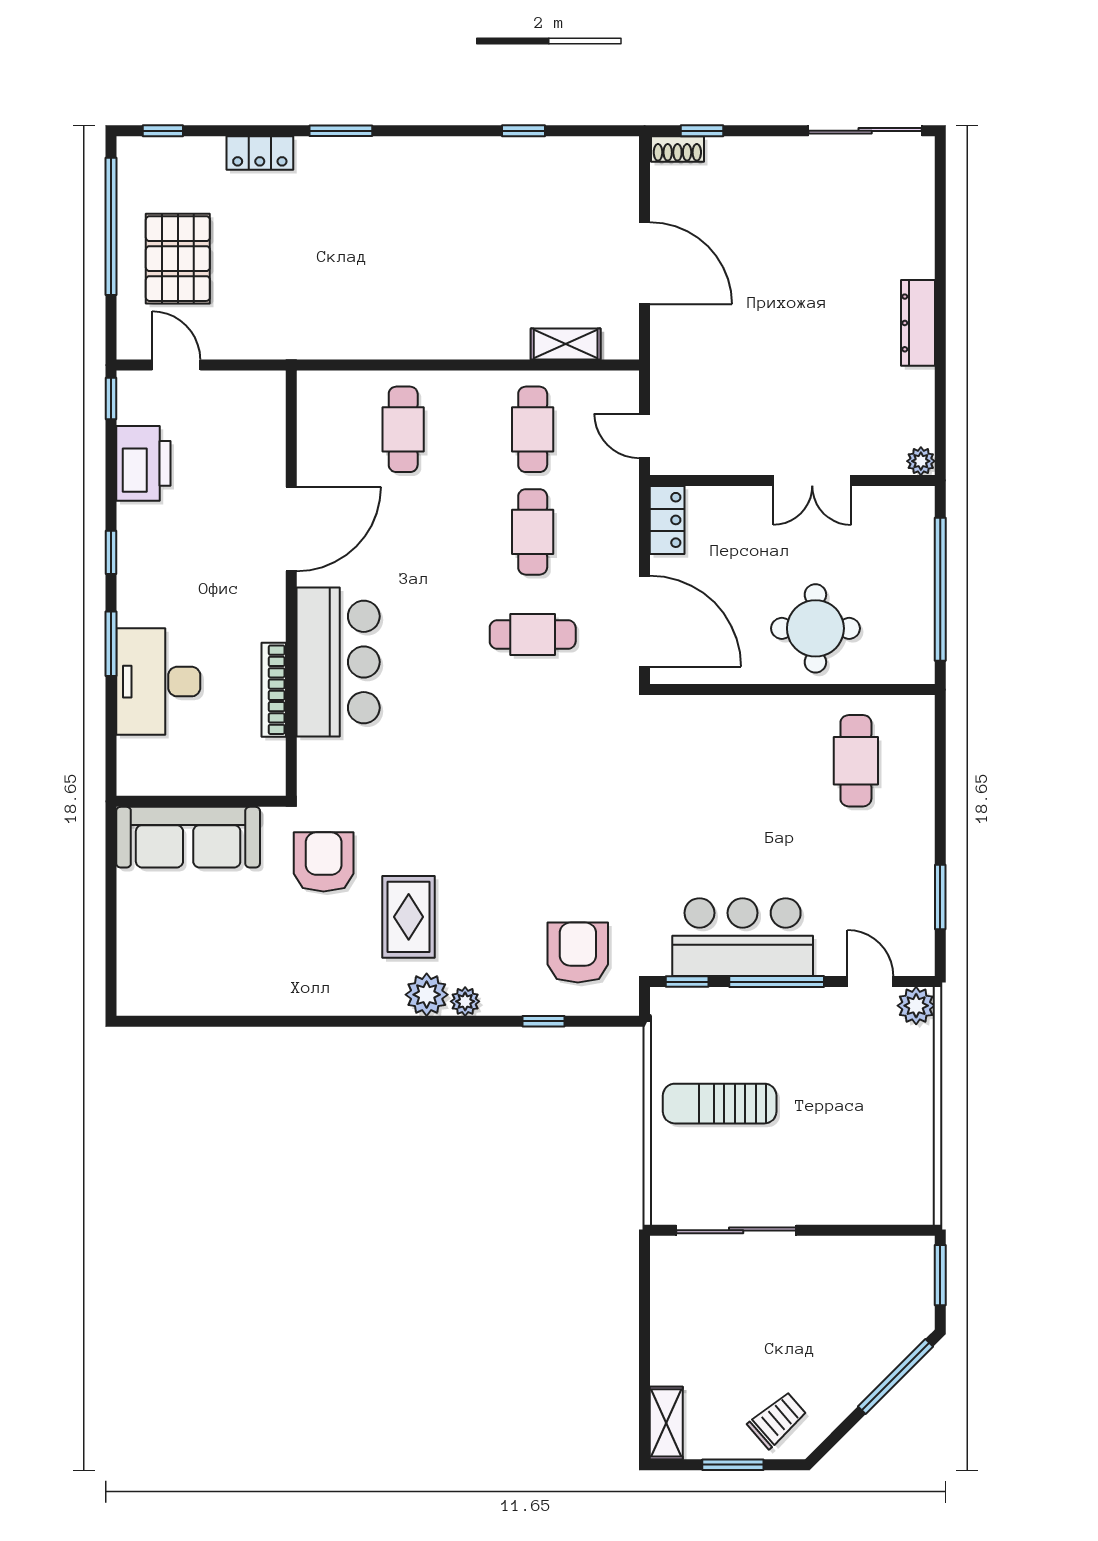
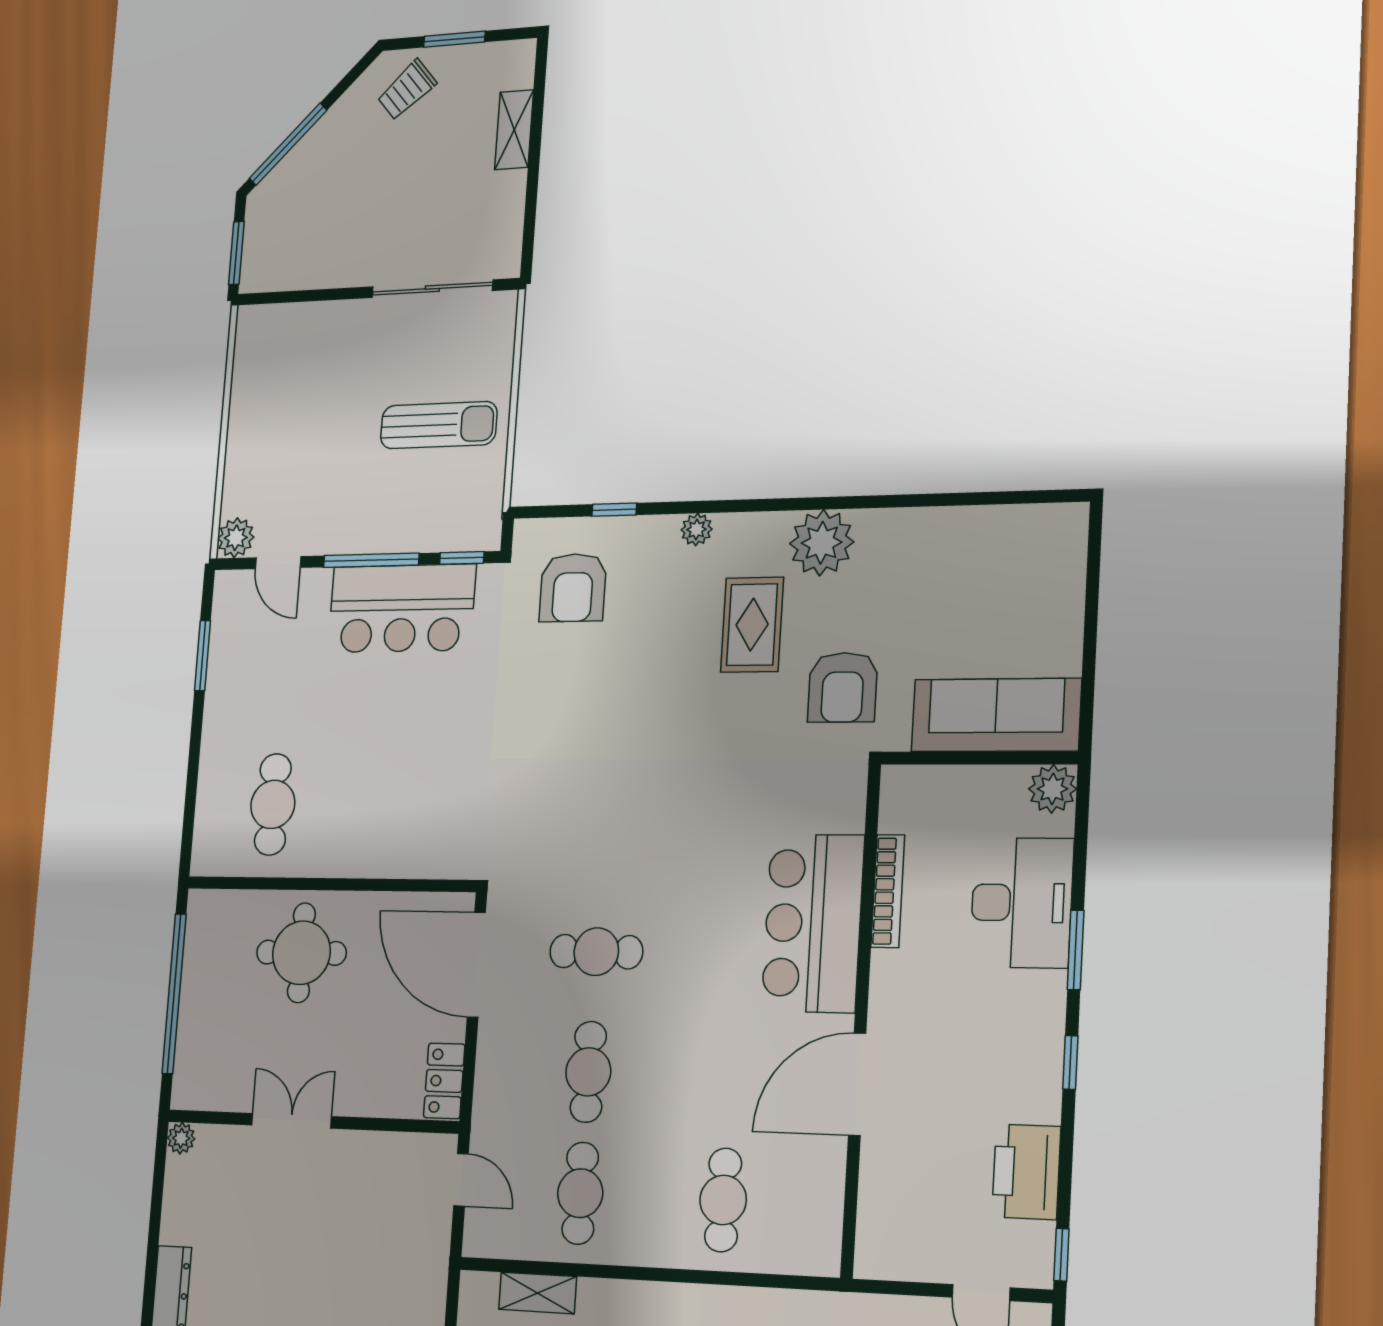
plant: (137, 776) -> (1053, 789), added
plant: (427, 995) -> (822, 543), moved, width x1.36, depth x1.36
shelving: (666, 1423) -> (514, 130), moved

